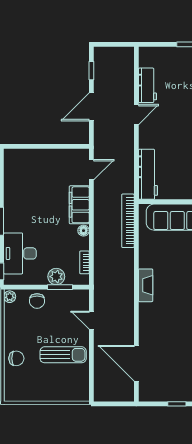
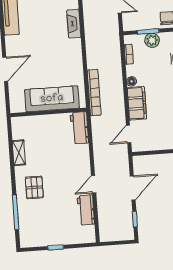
workbench: (148, 174) -> (79, 128), width x0.73
fireplace: (146, 285) -> (74, 24), moved

